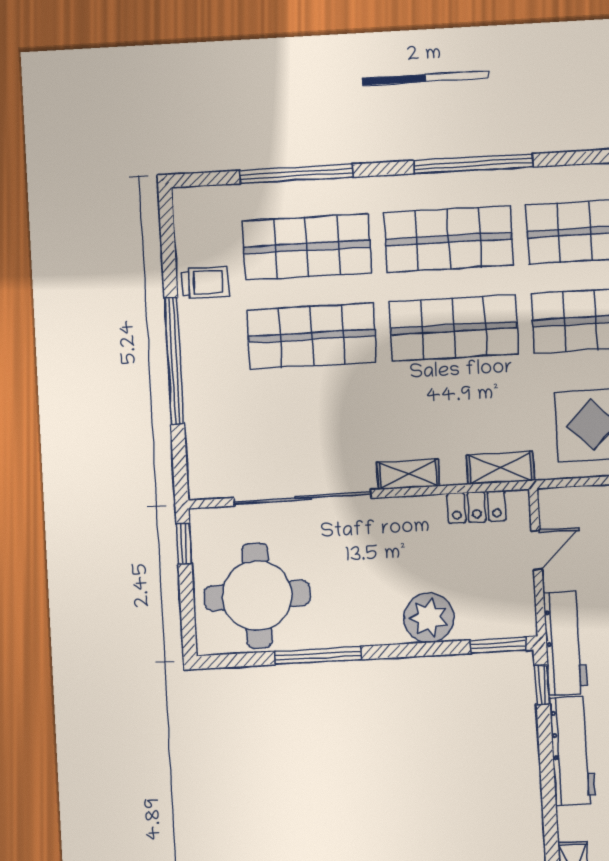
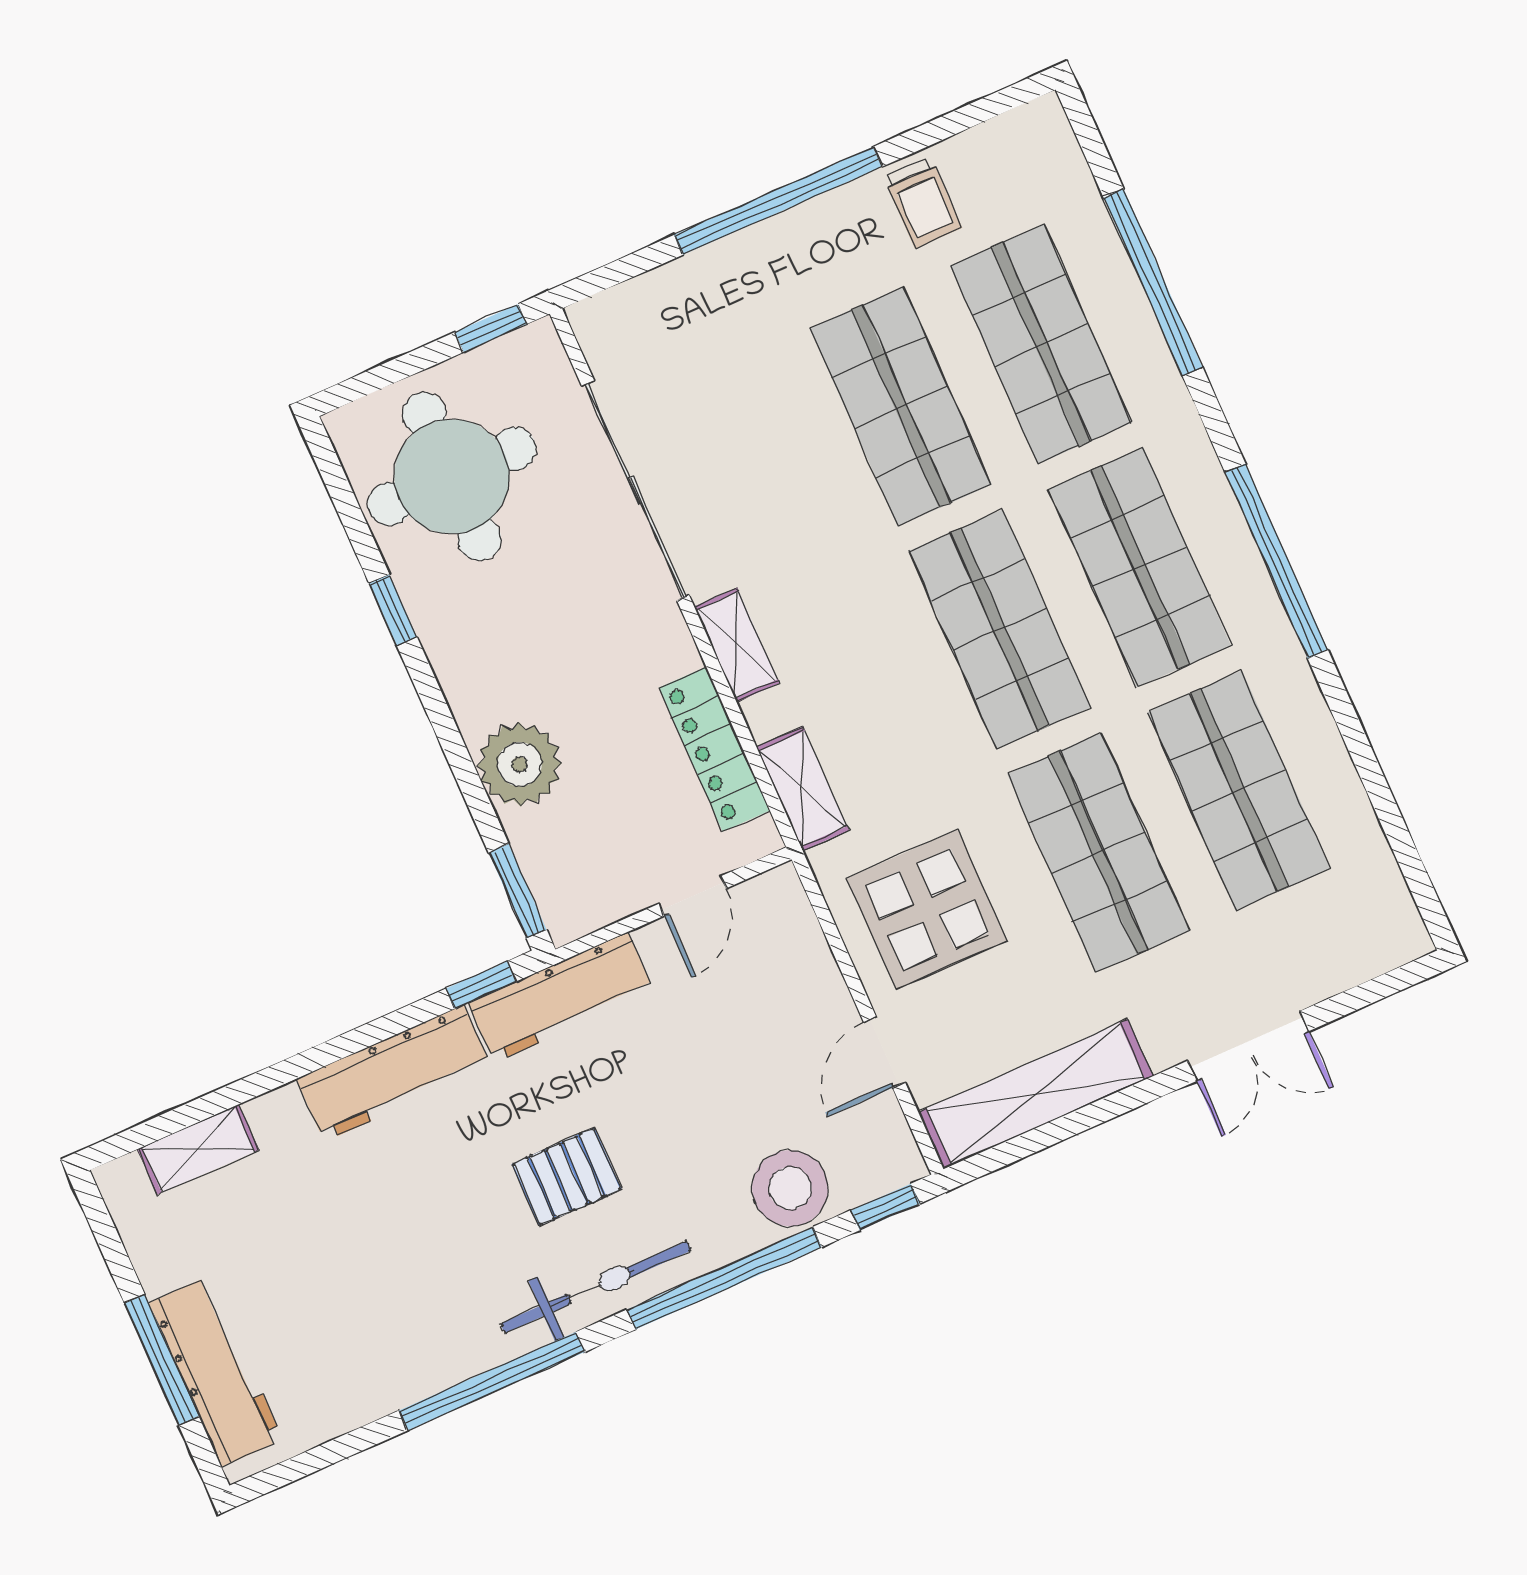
locker: (477, 507) -> (714, 749), width x1.53
door: (537, 550) -> (693, 896), hinge flipped
window: (318, 655) -> (393, 610), width x0.46

